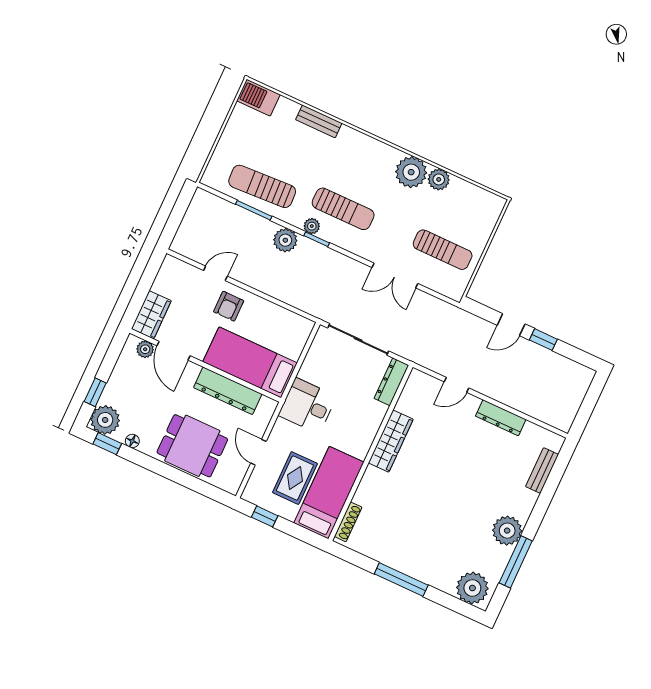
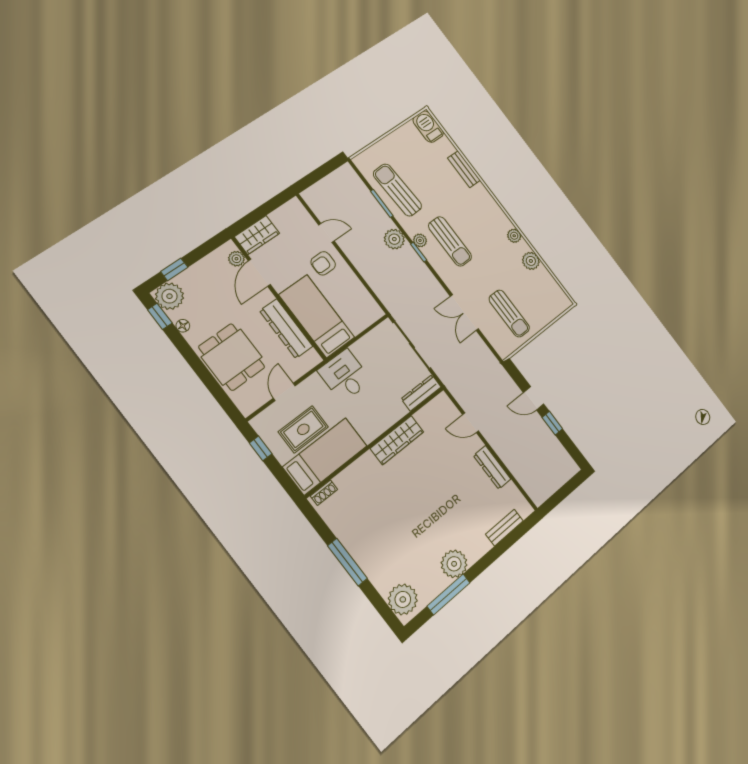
plant: (411, 172) -> (514, 236), width x0.53, depth x0.53
shoe rack: (348, 522) -> (324, 493), width x0.70

